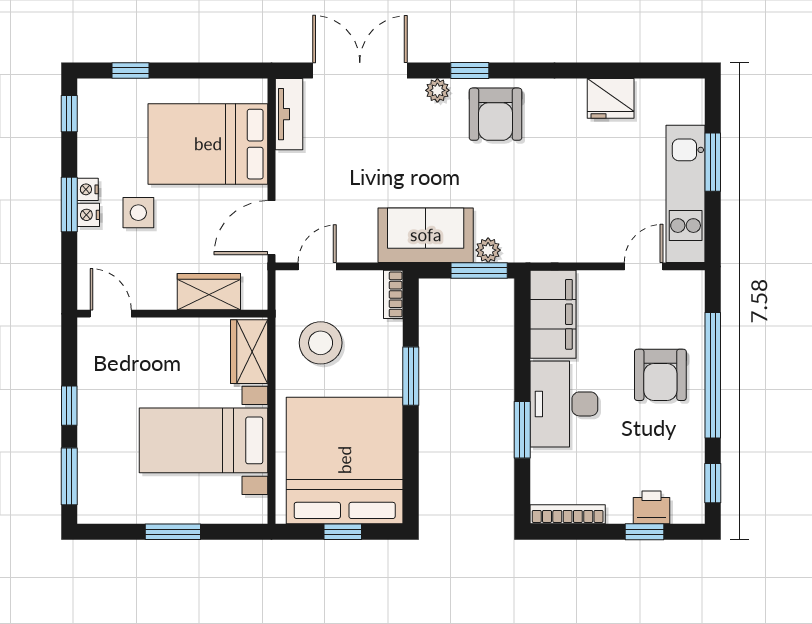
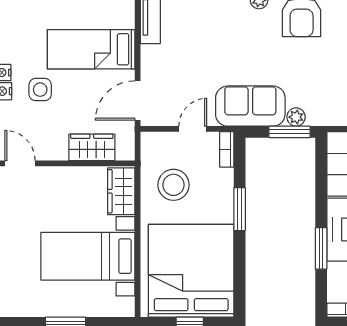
bed: (208, 144) -> (91, 49), width x0.67
door: (317, 266) -> (193, 129), moved

